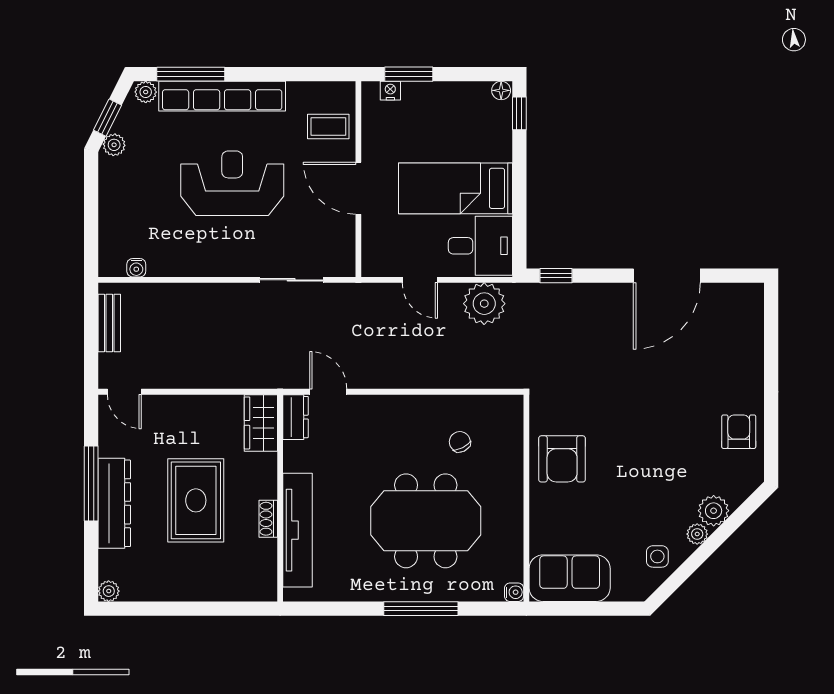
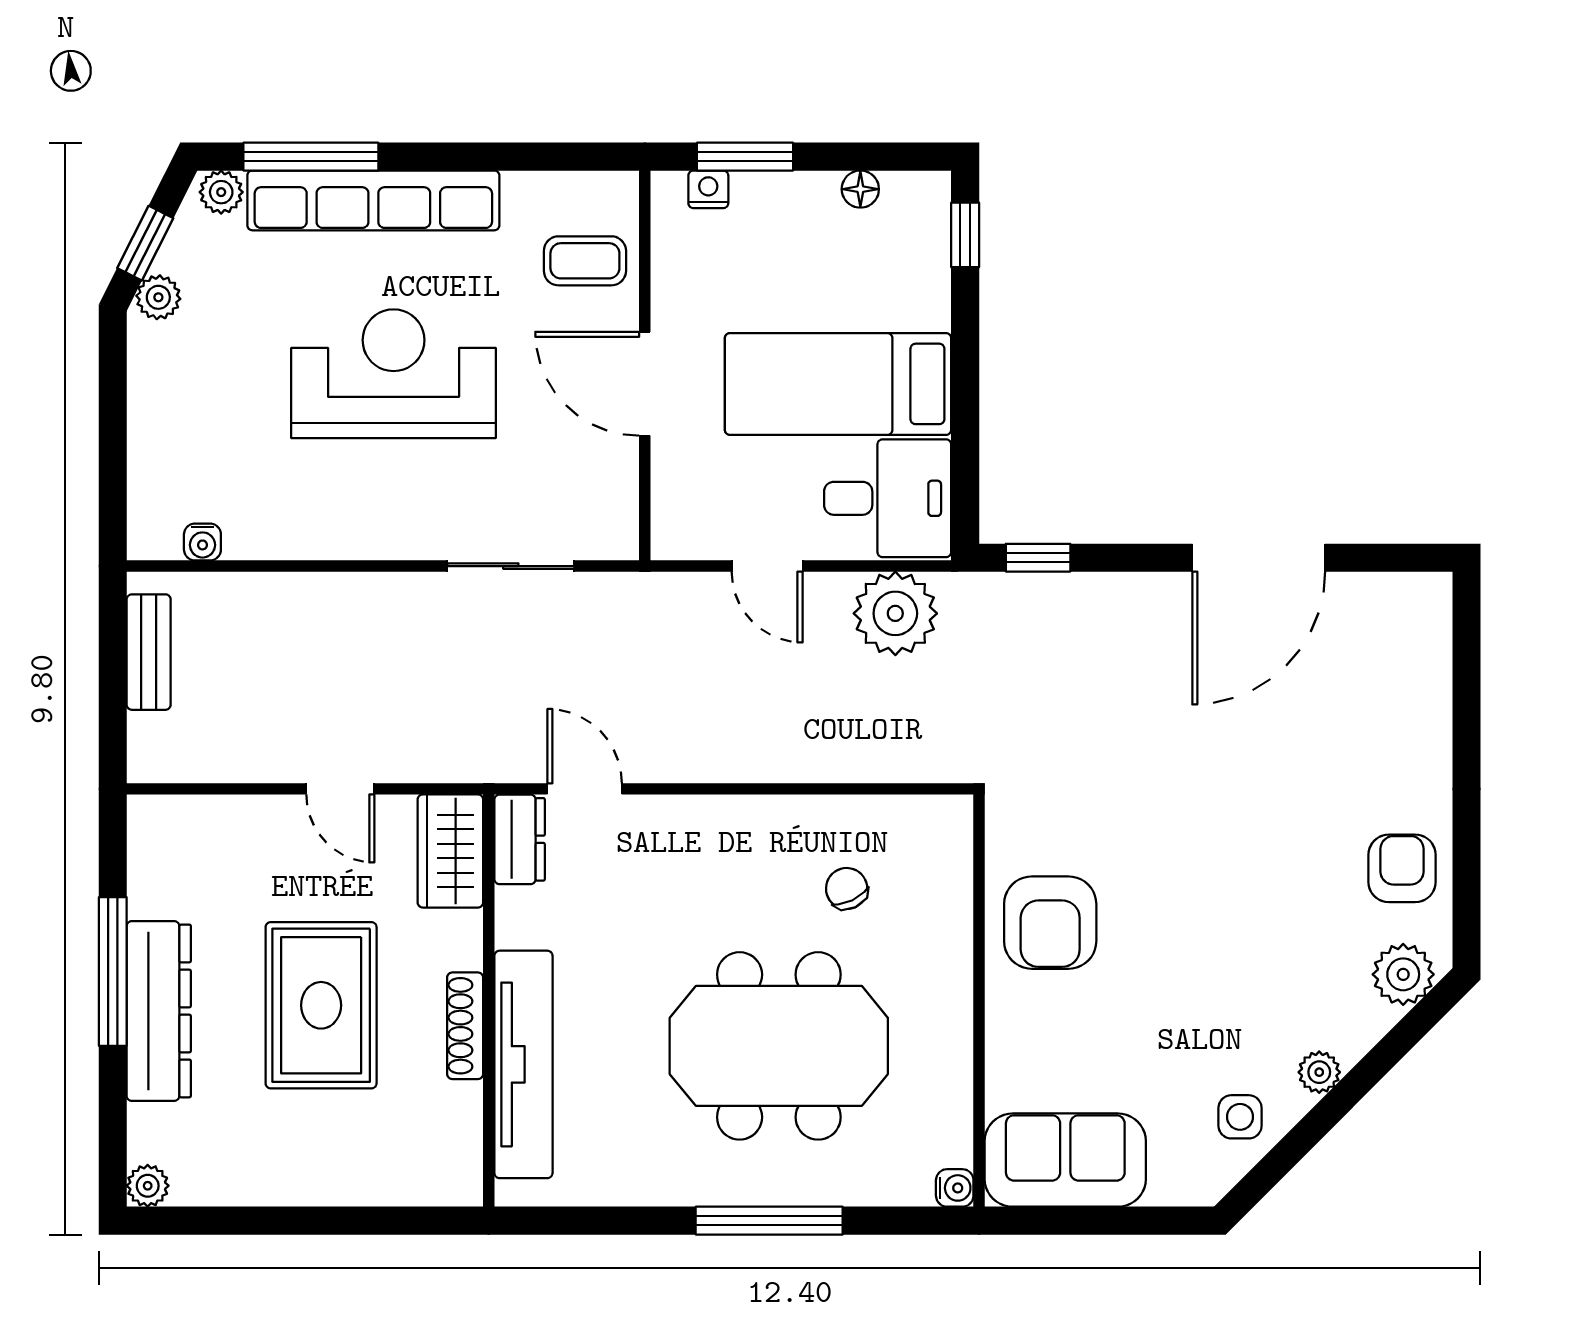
floor lamp: (501, 90) -> (860, 189), moved
door: (124, 392) -> (340, 789), moved
plant: (714, 511) -> (1403, 974), moved
shoe rack: (268, 519) -> (465, 1026), width x1.43

